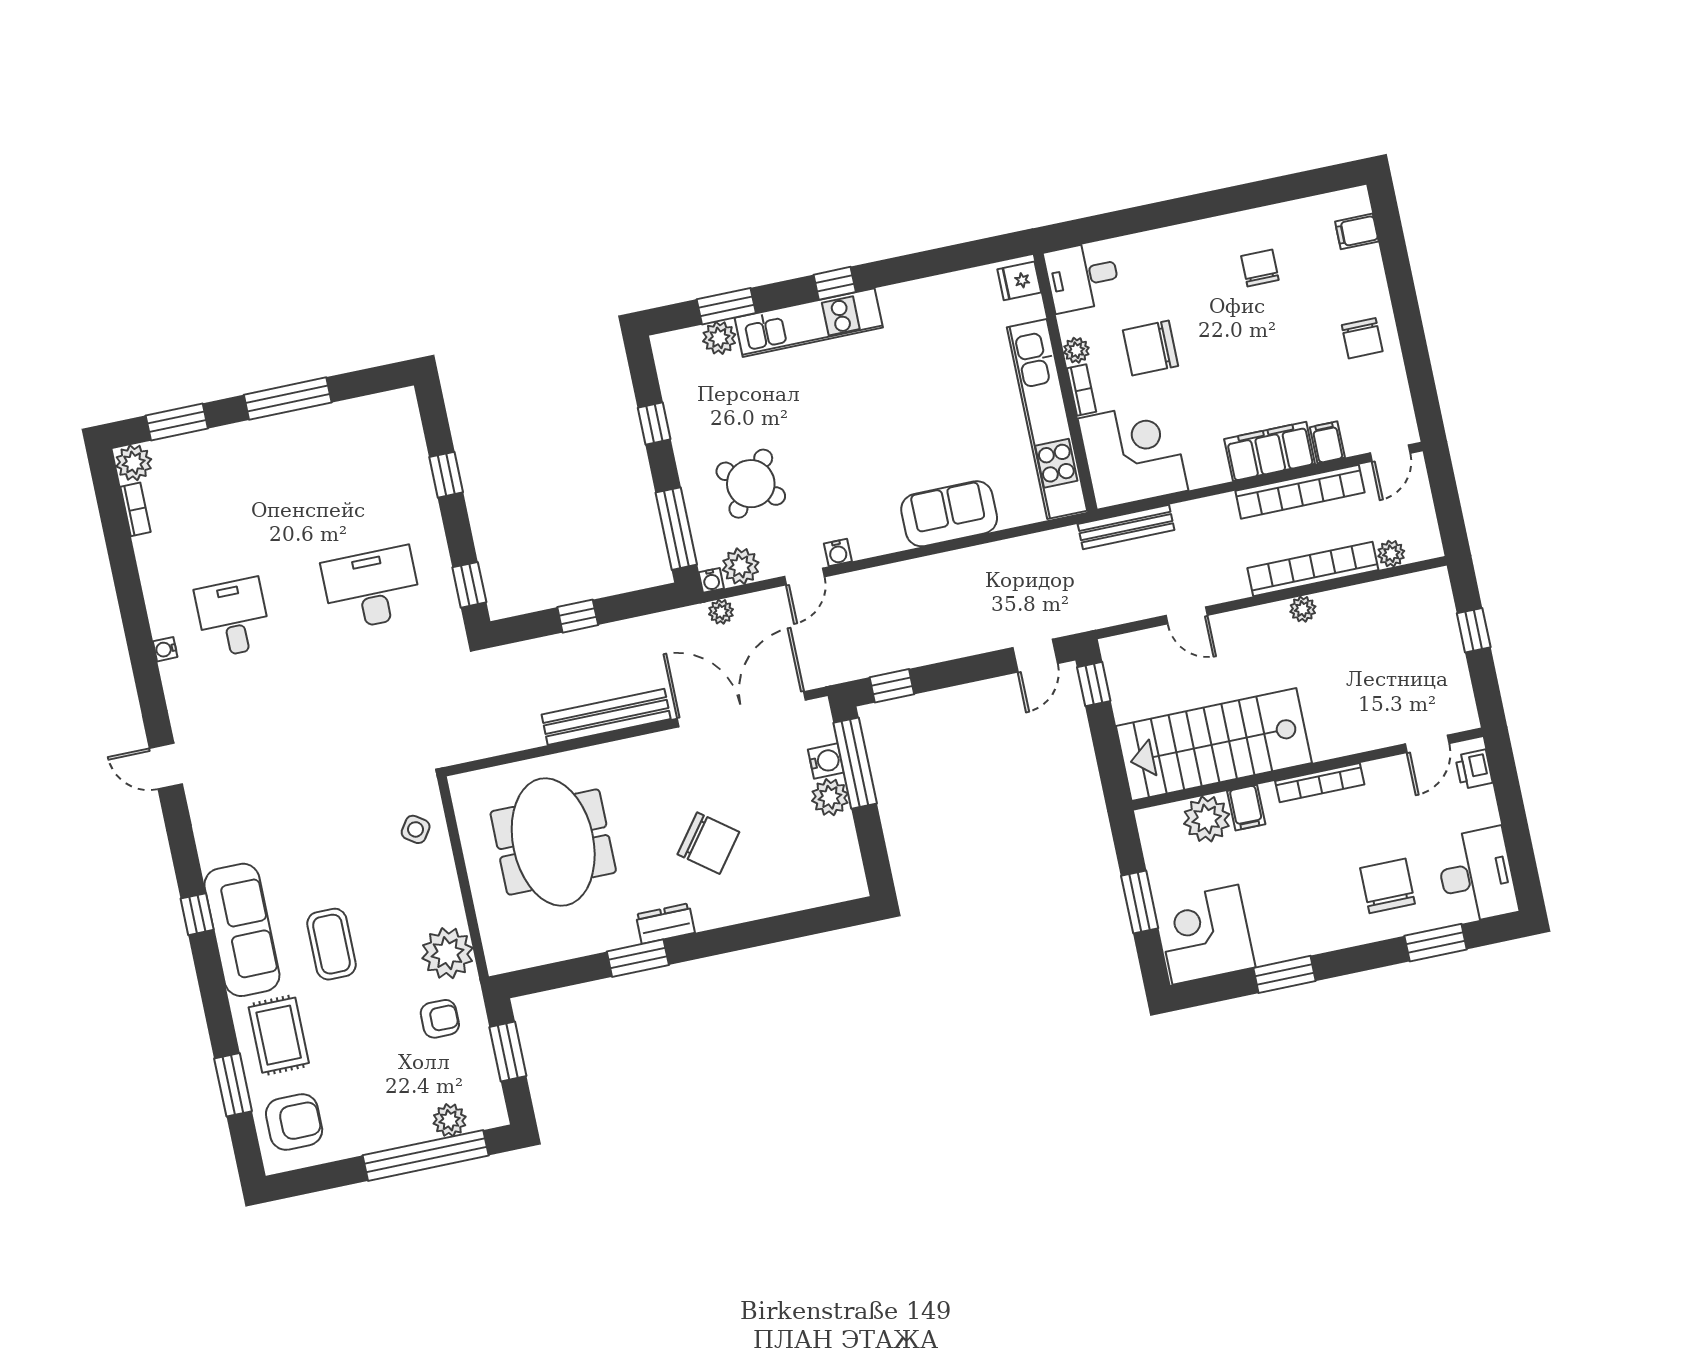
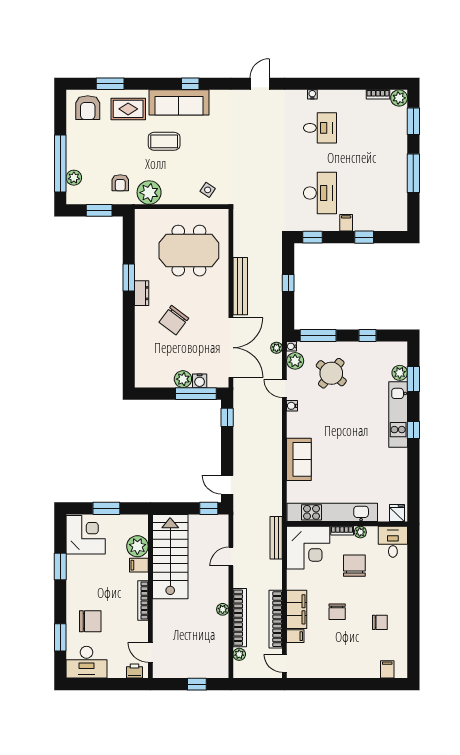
chair: (1362, 338) -> (337, 612), moved, turned -90
filing cabinet: (423, 520) -> (346, 223), added

